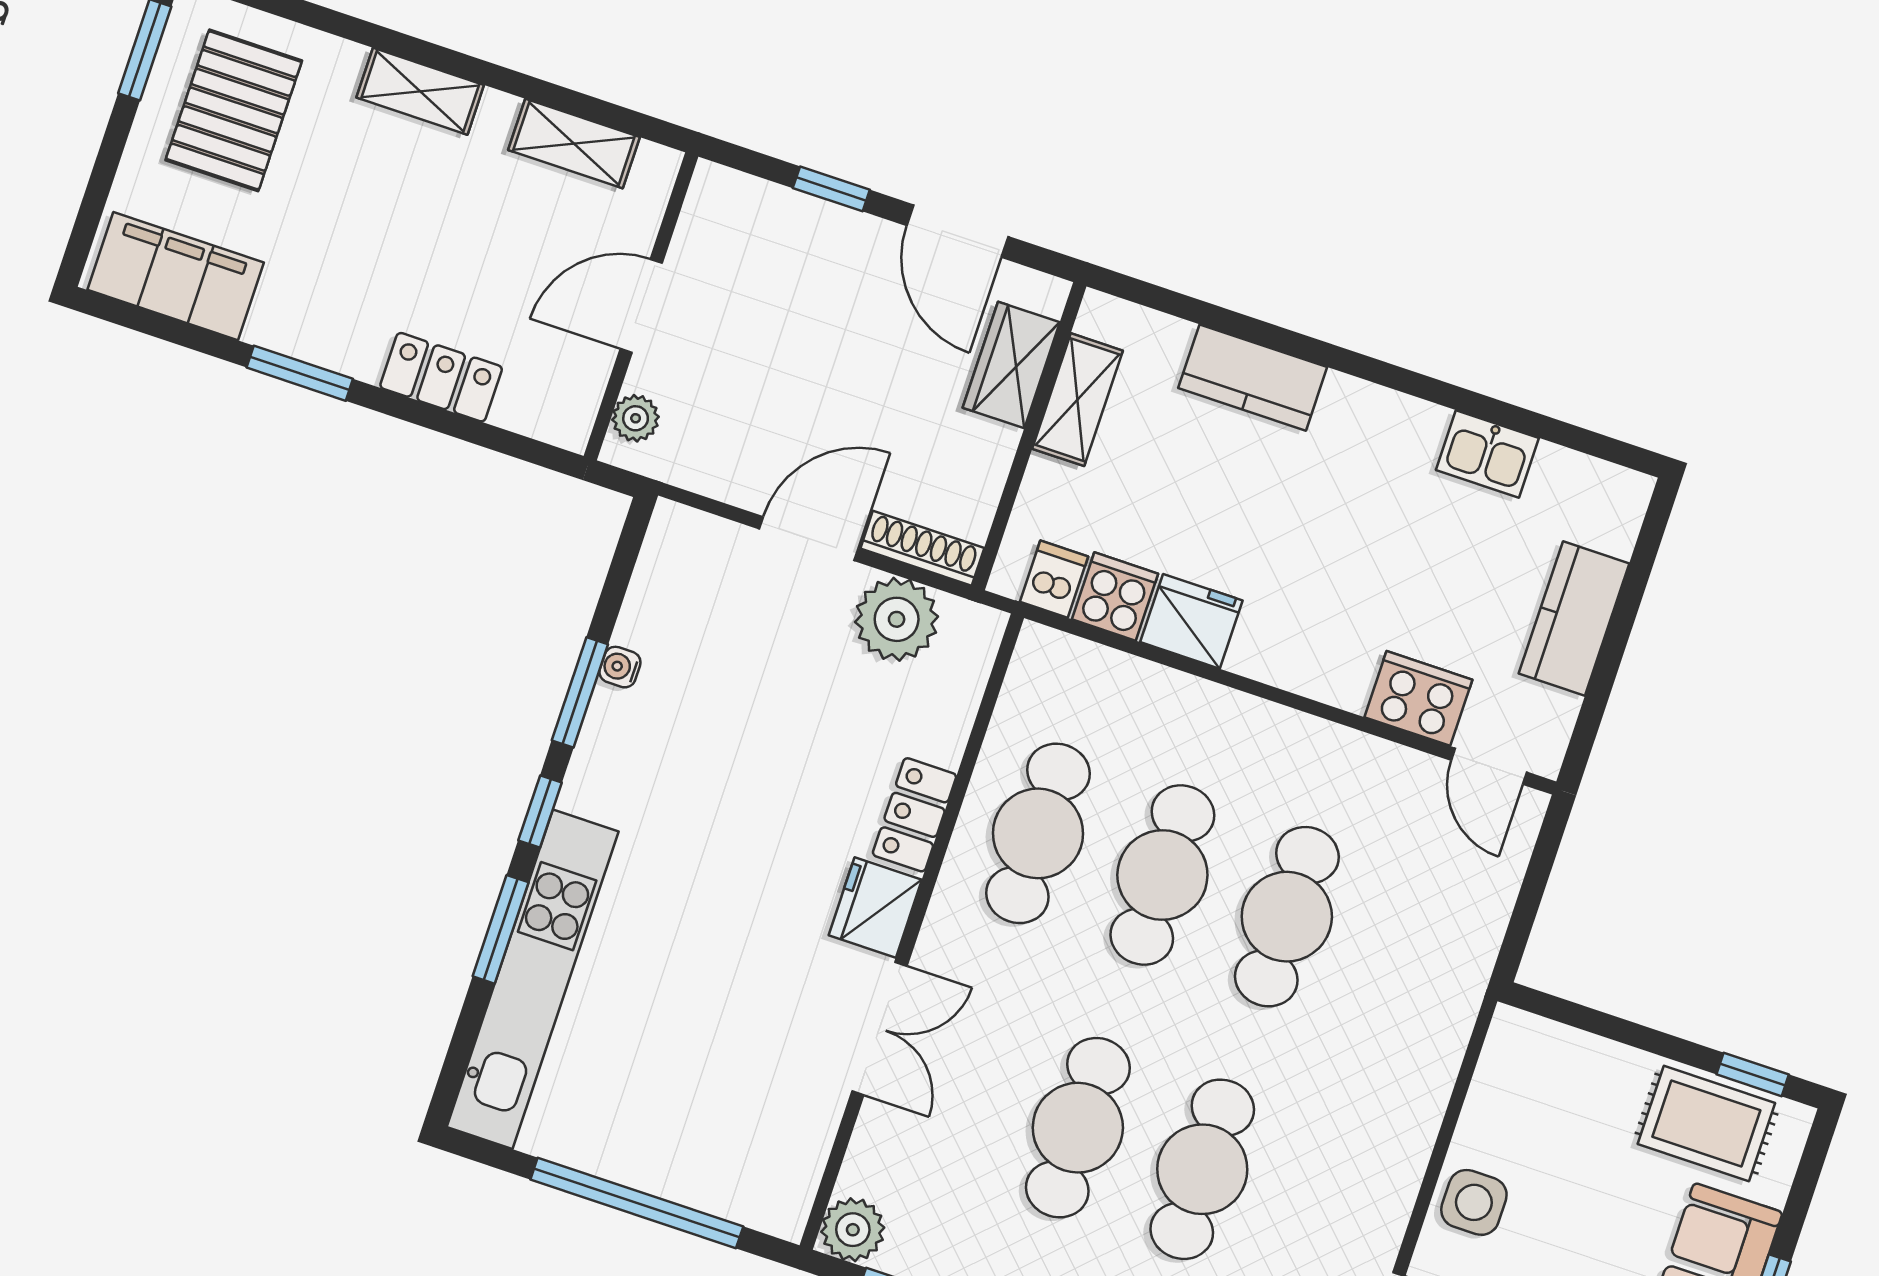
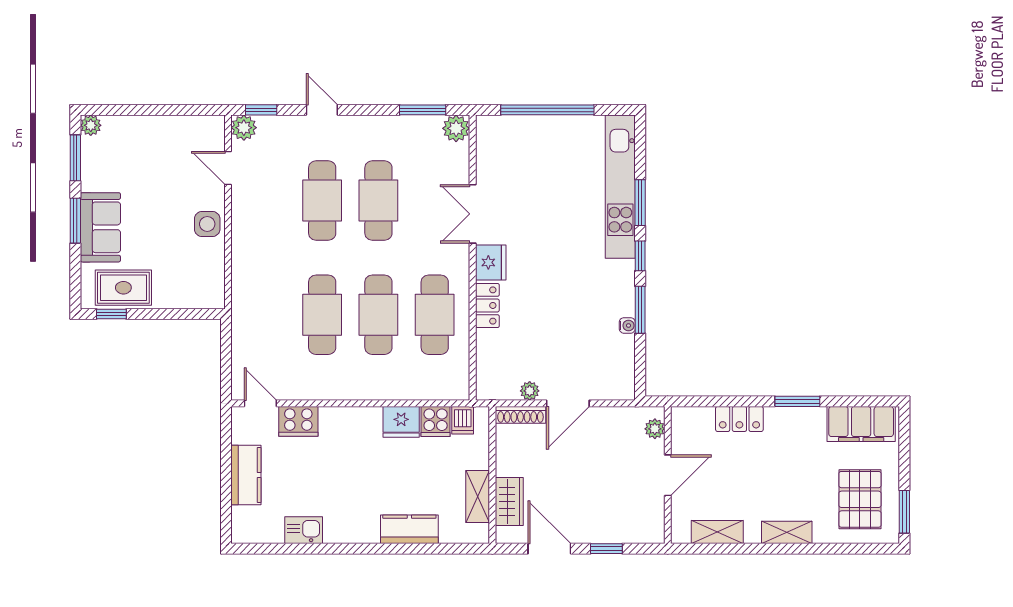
plant: (897, 619) -> (530, 391), width x0.53, depth x0.53

